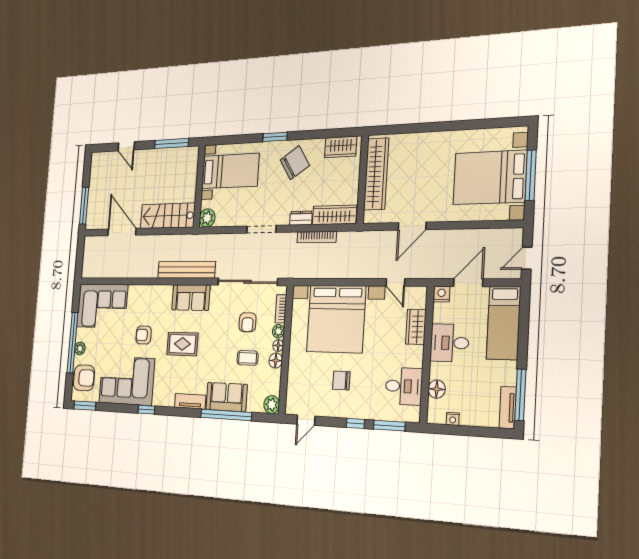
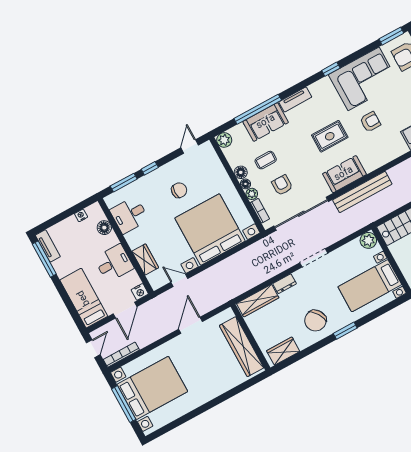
bookcase: (317, 237) -> (121, 355), moved

